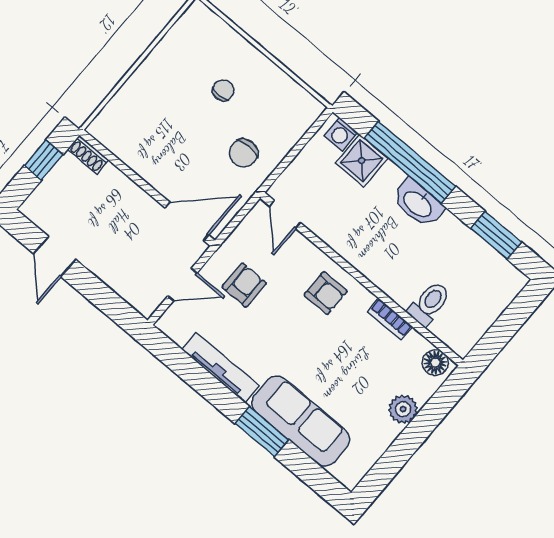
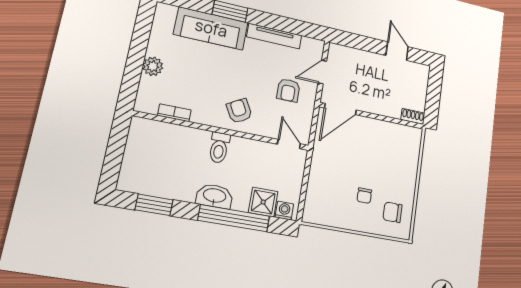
chair: (243, 153) -> (393, 212), moved, turned -90
window: (44, 160) -> (433, 100), removed
armchair: (326, 293) -> (239, 111), turned 61
toilet: (429, 304) -> (219, 148), moved
bookcase: (390, 319) -> (174, 113), moved
floor lamp: (435, 363) -> (149, 105), removed

